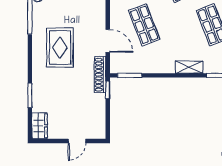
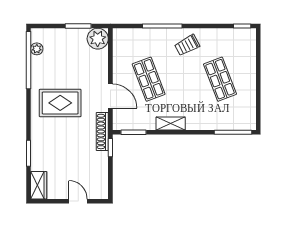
rug: (60, 48) -> (60, 103), turned 90
shelving: (189, 67) -> (171, 124), moved
door: (77, 141) -> (78, 201), swing flipped

